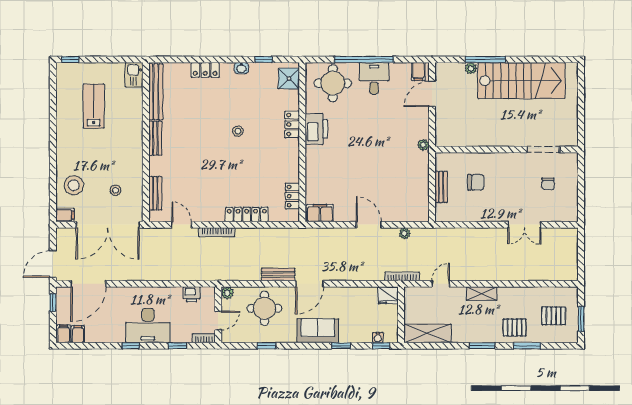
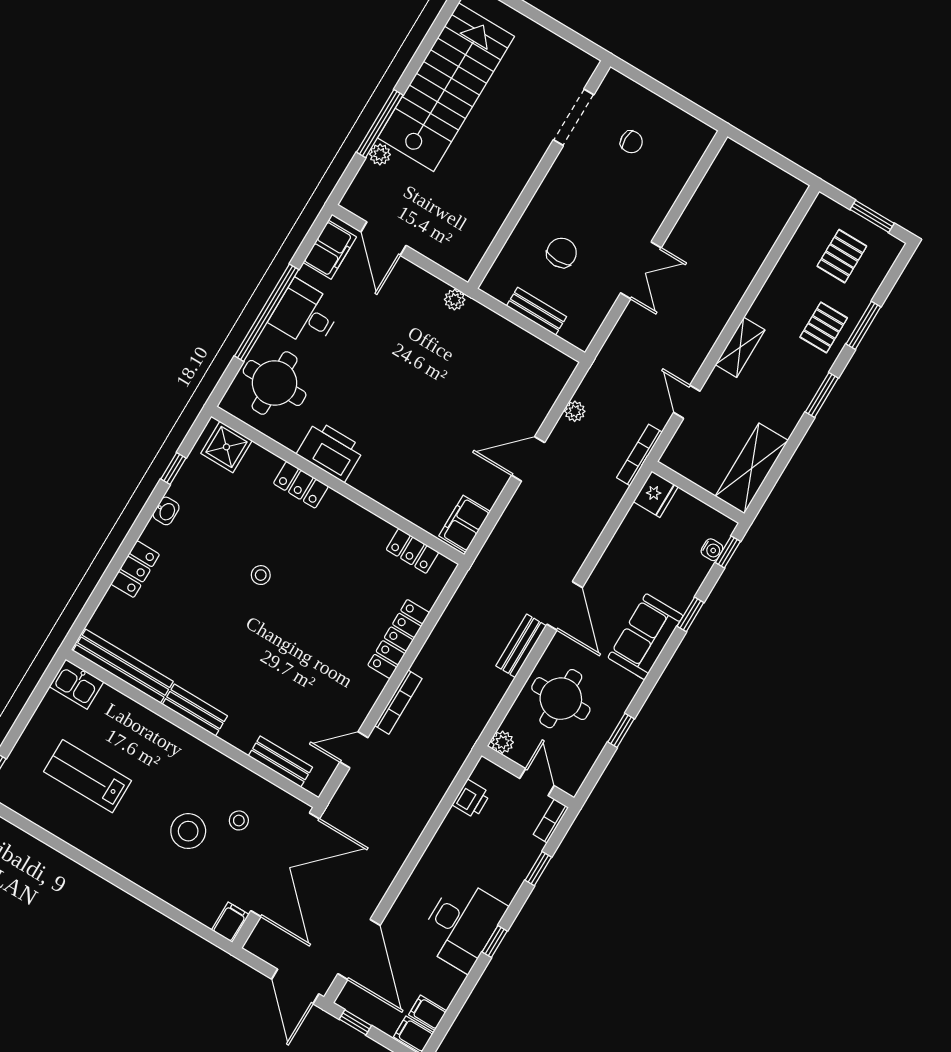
filing cabinet: (418, 72) -> (330, 250), width x2.00
stool: (74, 185) -> (188, 831), moved
double door: (524, 225) -> (641, 270), moved
desk: (148, 325) -> (462, 925), moved

